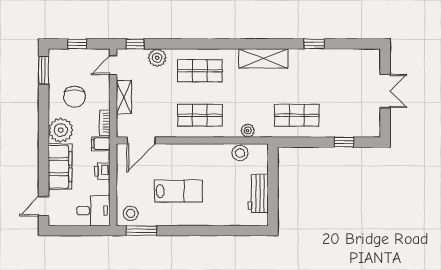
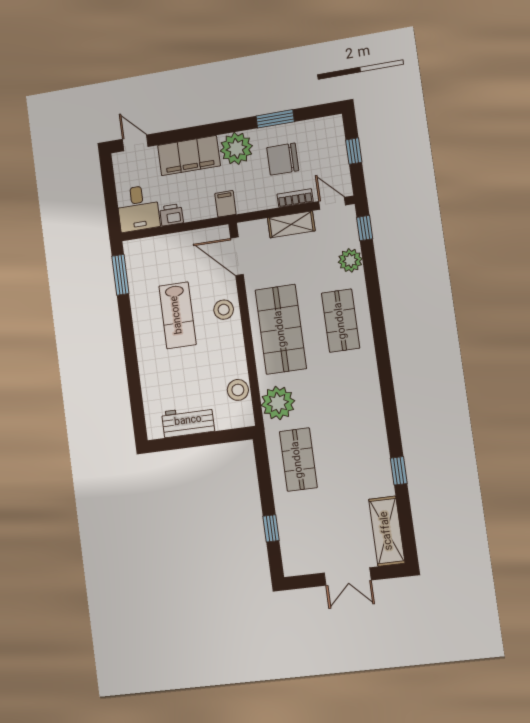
shelving: (263, 58) -> (387, 531), moved
window: (44, 70) -> (275, 119), moved
shop shelf: (200, 115) -> (281, 329), width x1.43, depth x1.36
bookcase: (105, 123) -> (295, 198), moved
plant: (248, 131) -> (278, 403), width x1.87, depth x1.87
printer: (102, 171) -> (171, 215), moved
stool: (131, 213) -> (224, 310), moved

